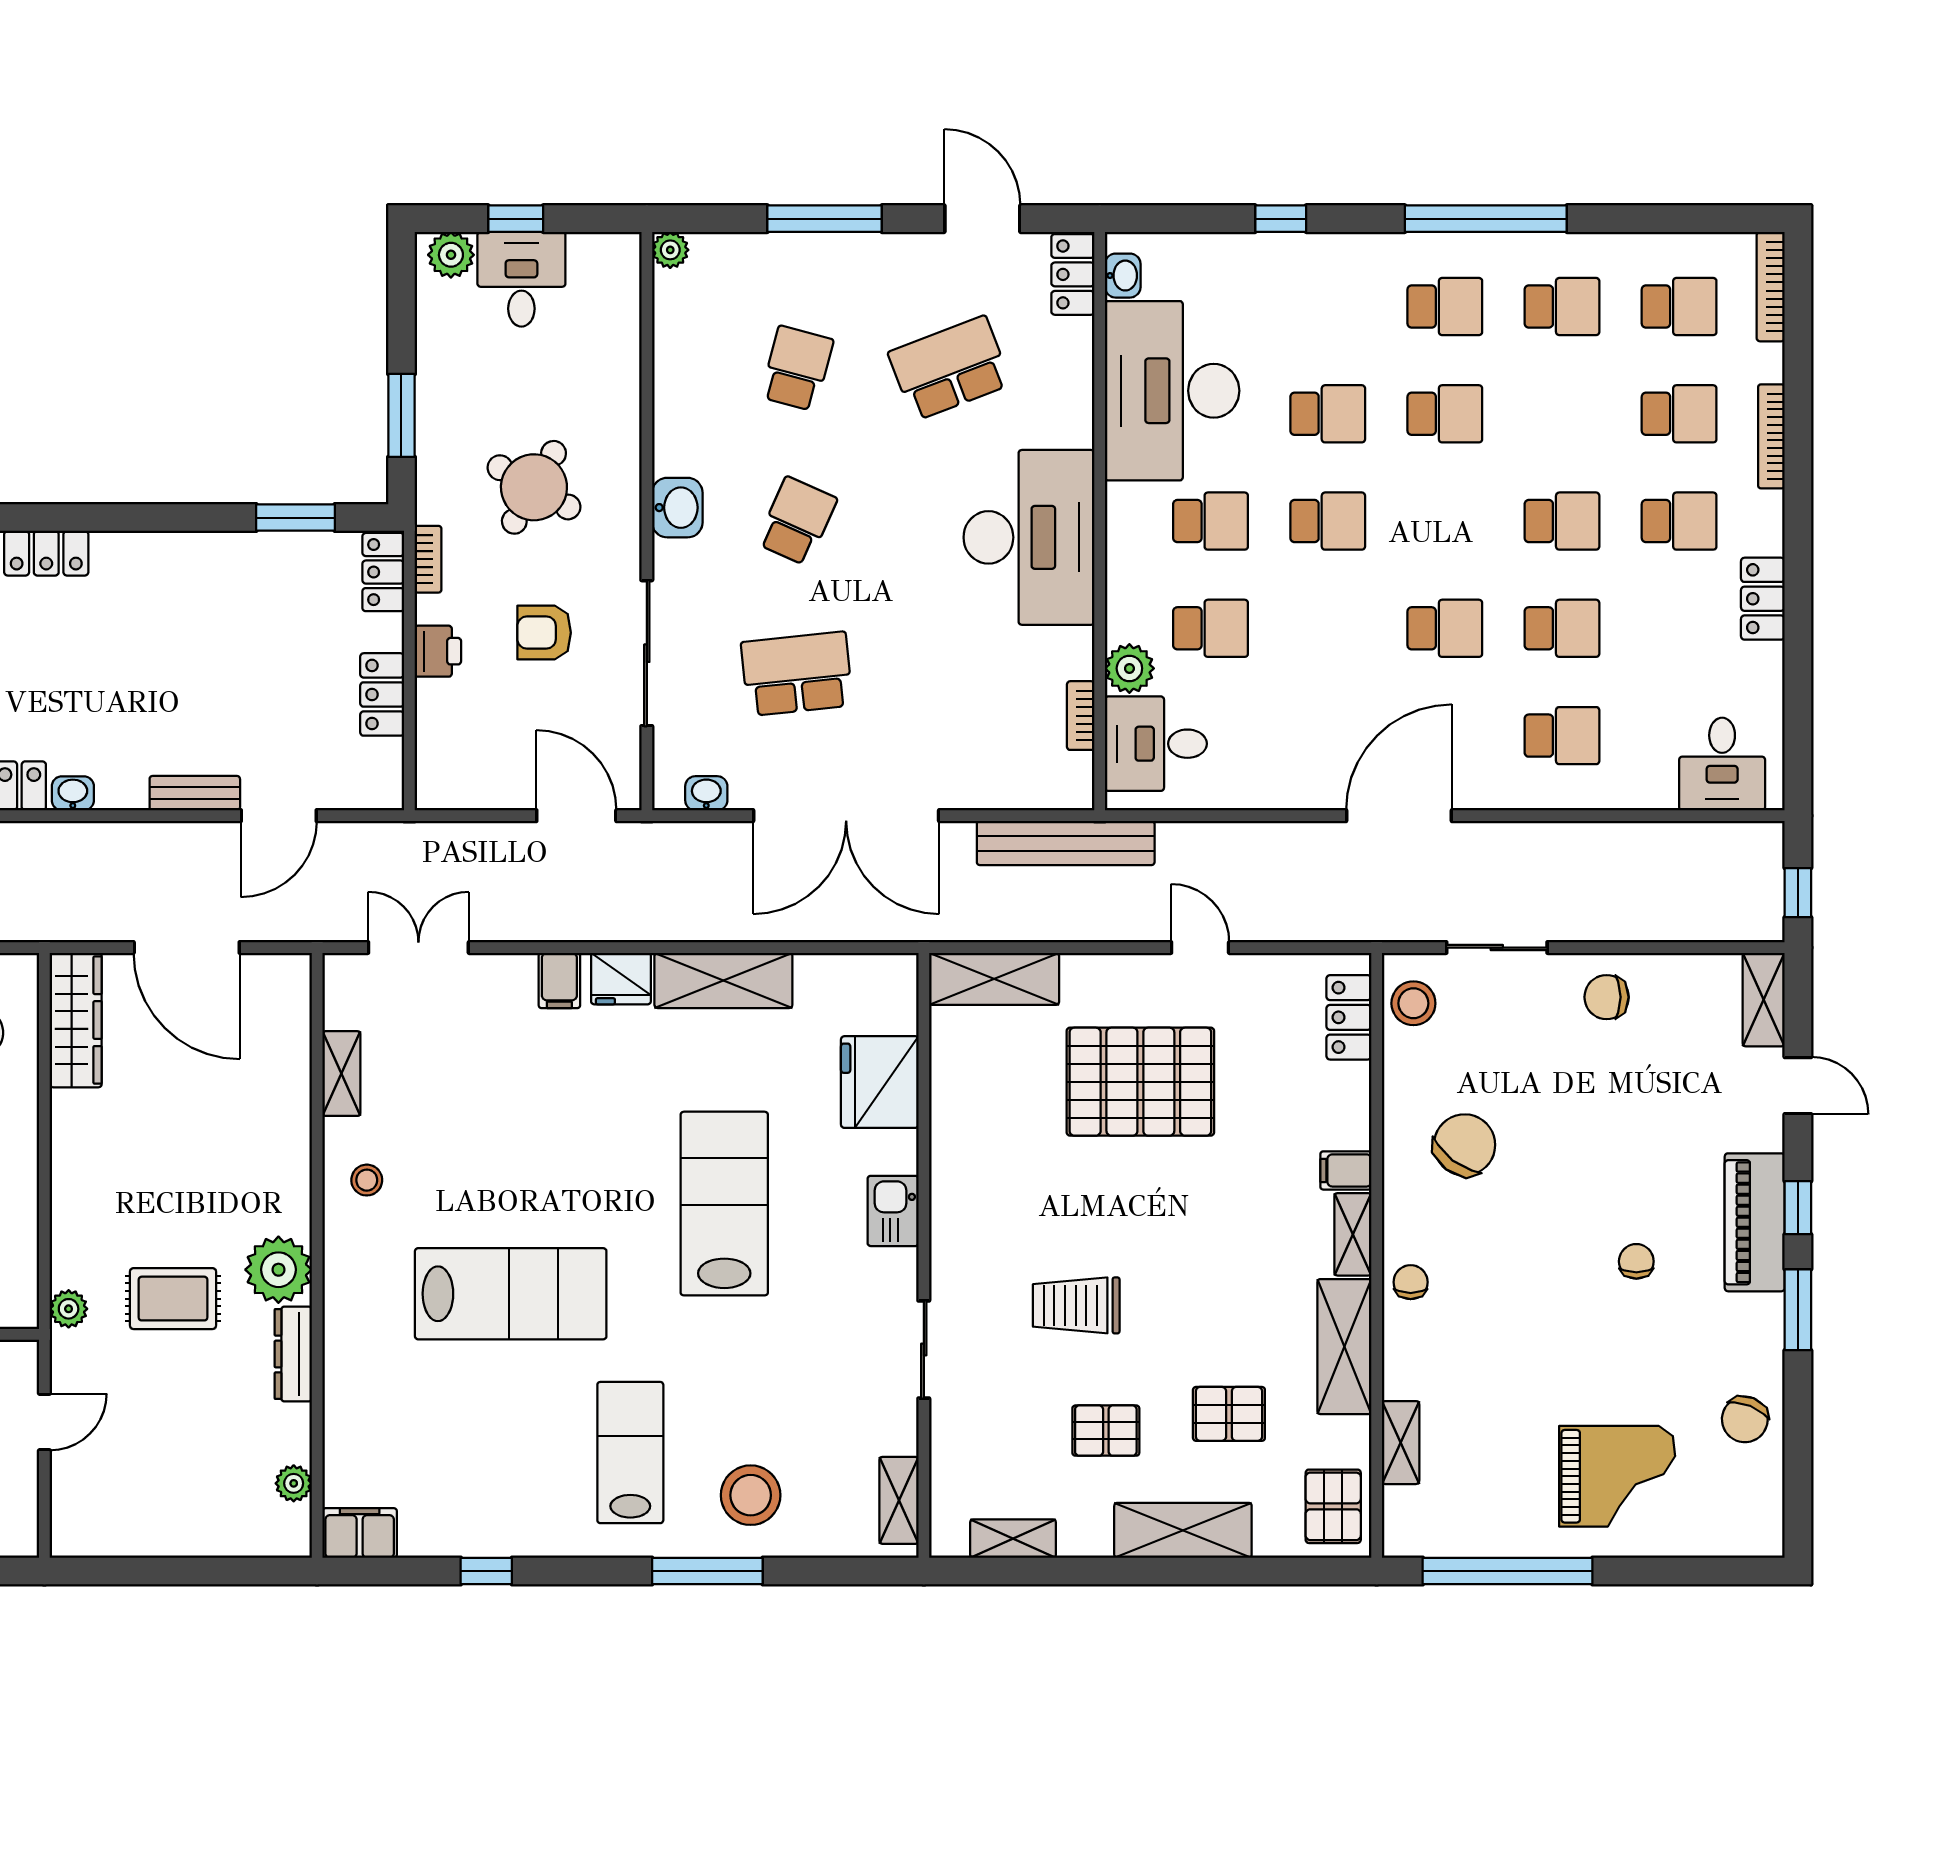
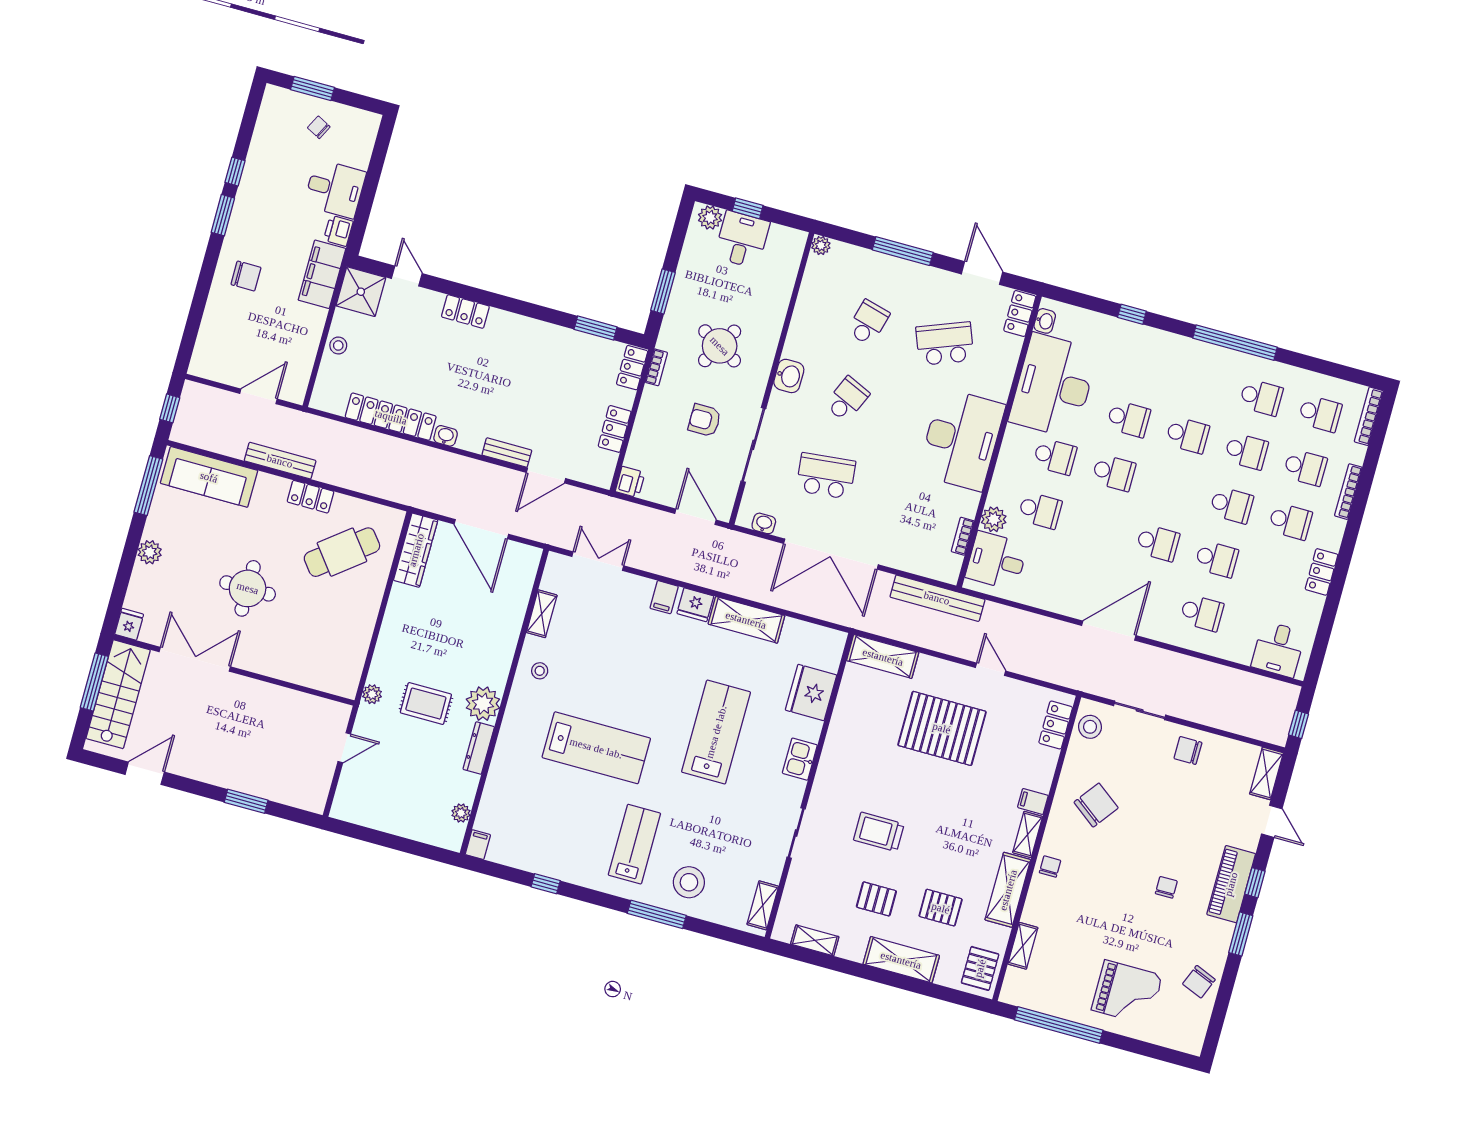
school desk: (1445, 307) -> (1246, 451), moved
printer: (438, 651) -> (630, 482), moved
filing cabinet: (360, 1533) -> (478, 845), width x0.50

